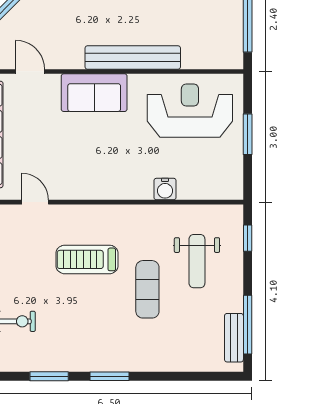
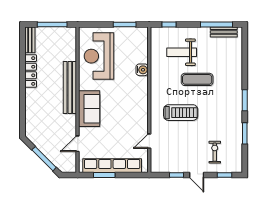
window: (248, 134) -> (125, 24), moved
treadmill: (87, 259) -> (181, 113), turned -90
weight bench: (197, 261) -> (182, 52), turned 180

